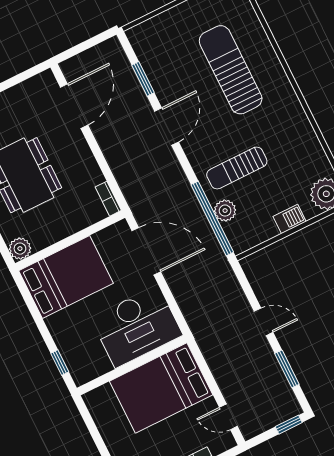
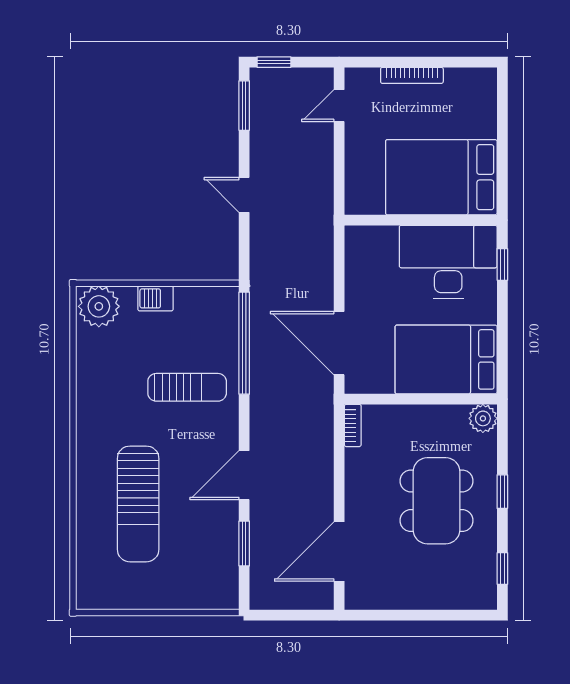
plant: (225, 211) -> (225, 345), removed
desk: (137, 327) -> (448, 262), moved
window: (287, 369) -> (244, 106), moved
bed: (161, 388) -> (441, 177), moved, turned 180
door: (228, 417) -> (339, 106), swing flipped

